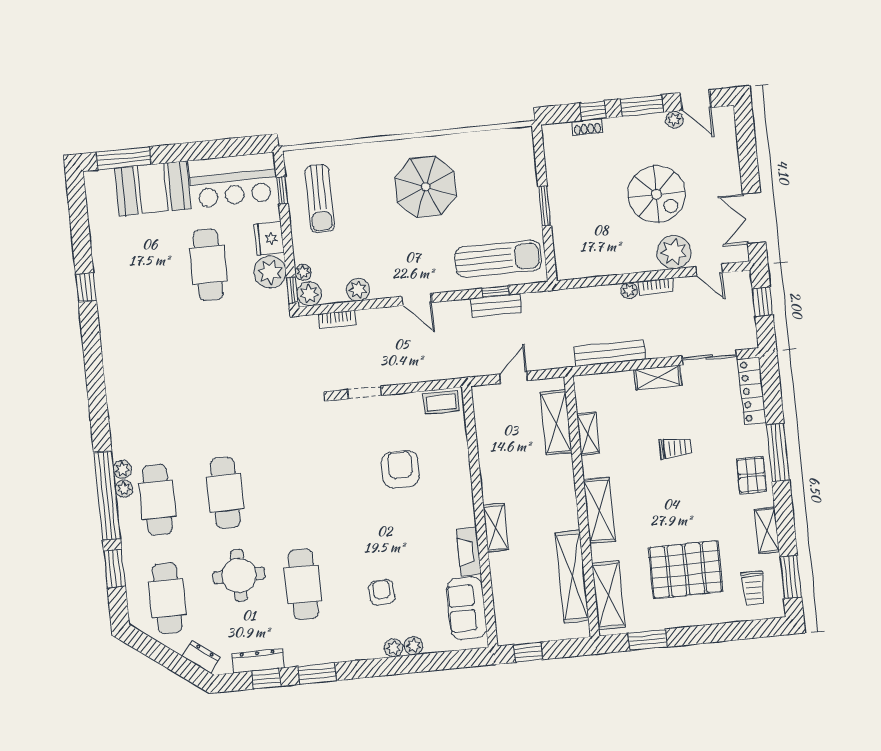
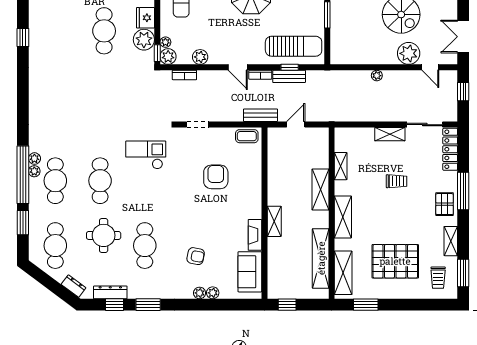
bookcase: (656, 287) -> (260, 75), moved
bench: (610, 353) -> (260, 115), moved, width x0.73
shelving: (556, 422) -> (320, 189), moved
checkout: (291, 447) -> (146, 155), added
armchair: (382, 593) -> (196, 256), turned 105

